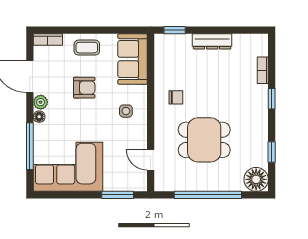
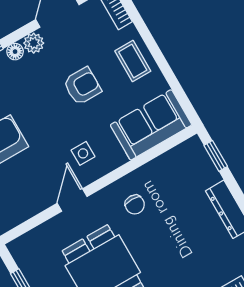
armchair: (84, 88) -> (82, 86), turned -90
door: (151, 160) -> (72, 200), moved

